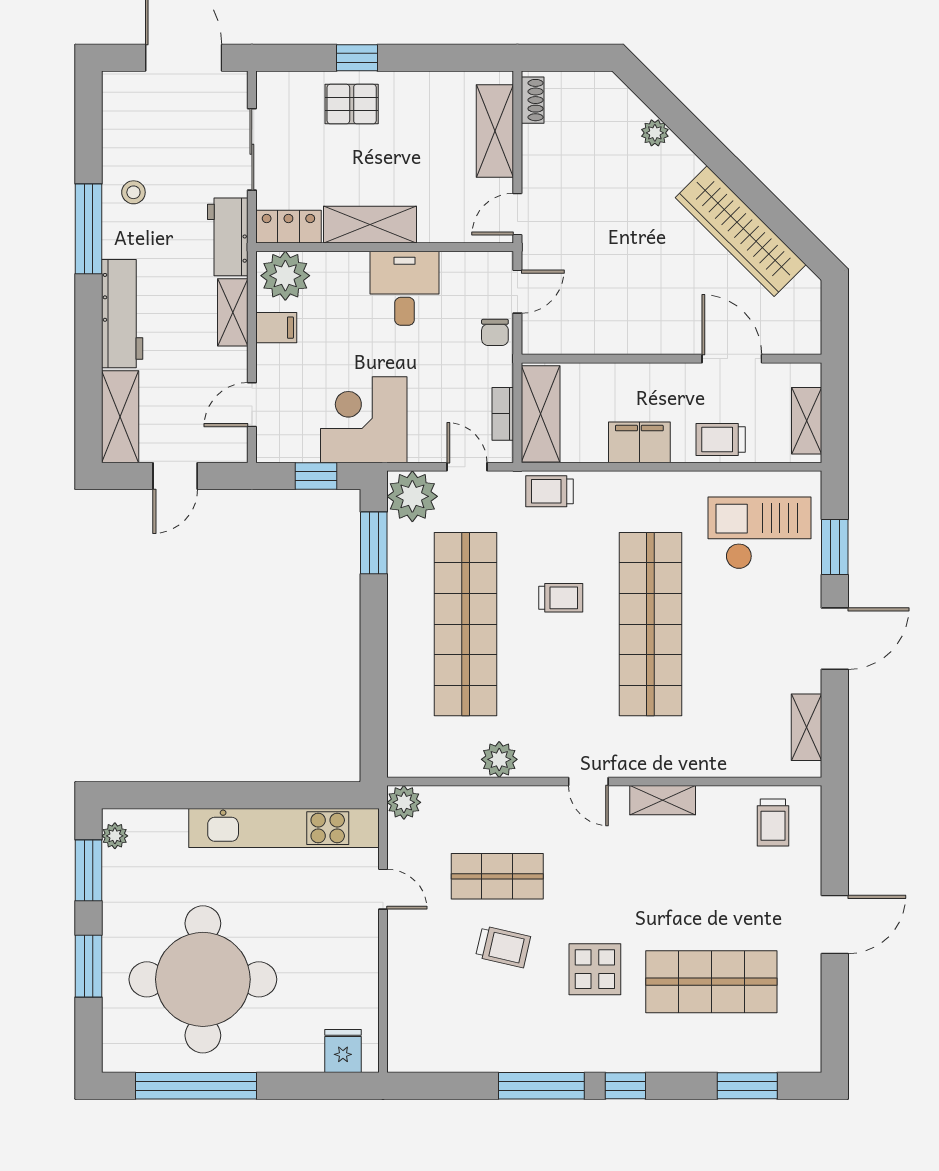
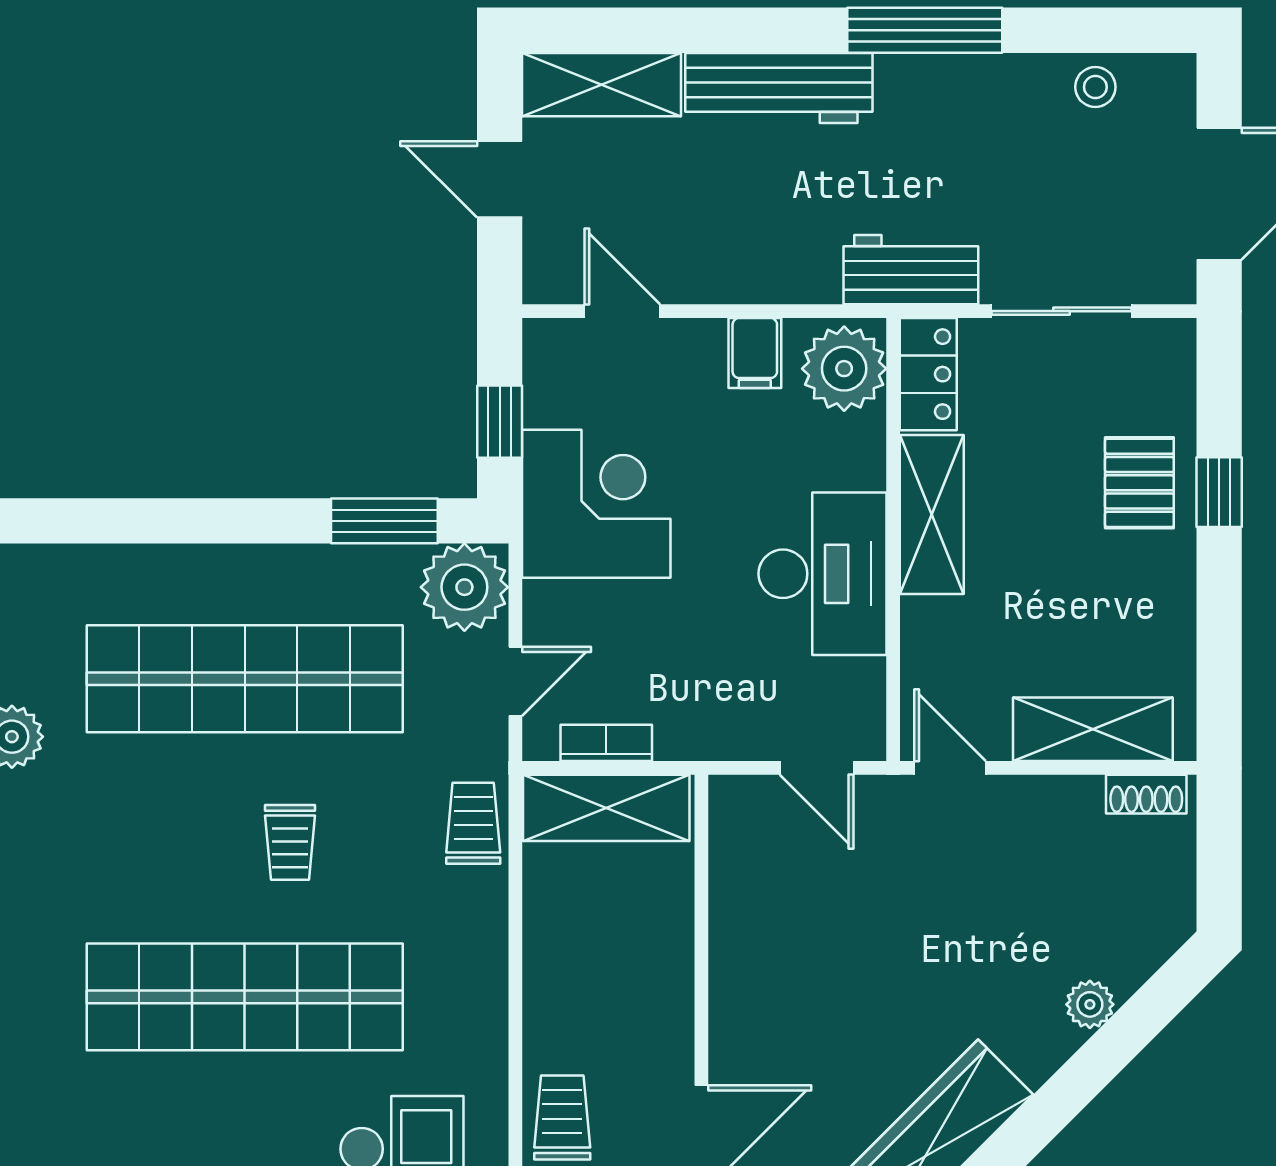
stool: (133, 192) -> (1095, 87), moved
desk: (405, 288) -> (823, 574), width x1.37
shelving: (233, 312) -> (781, 278), removed
chair: (495, 332) -> (747, 729), removed
filing cabinet: (639, 442) -> (557, 978), removed

